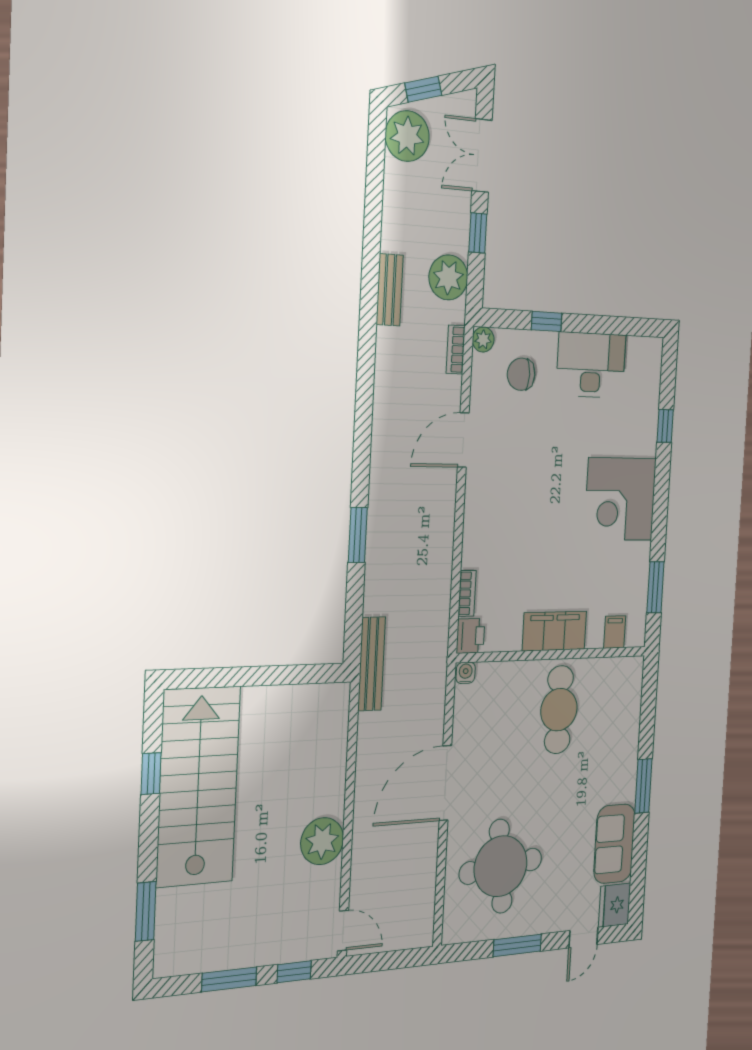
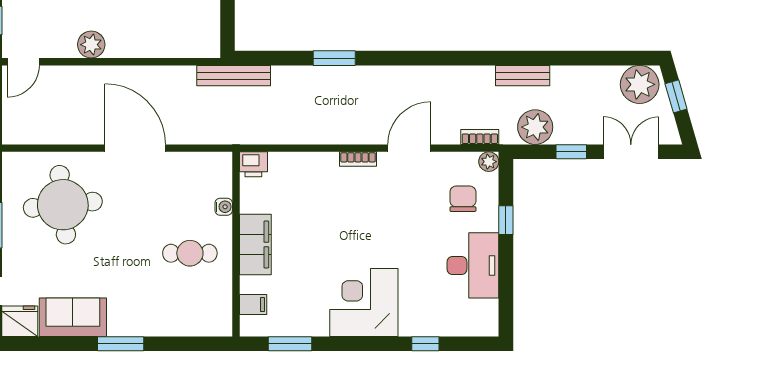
door: (463, 440) -> (409, 148), hinge flipped
bookcase: (467, 593) -> (358, 159), moved
water cooler: (466, 673) -> (224, 207), moved
cafe table: (559, 710) -> (190, 253), width x0.73, depth x0.74
plant: (322, 841) -> (91, 45), width x0.73, depth x0.73

